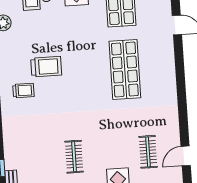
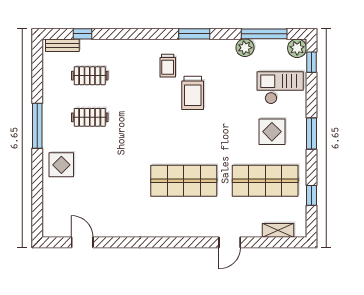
clothes rail: (148, 152) -> (90, 76), moved

